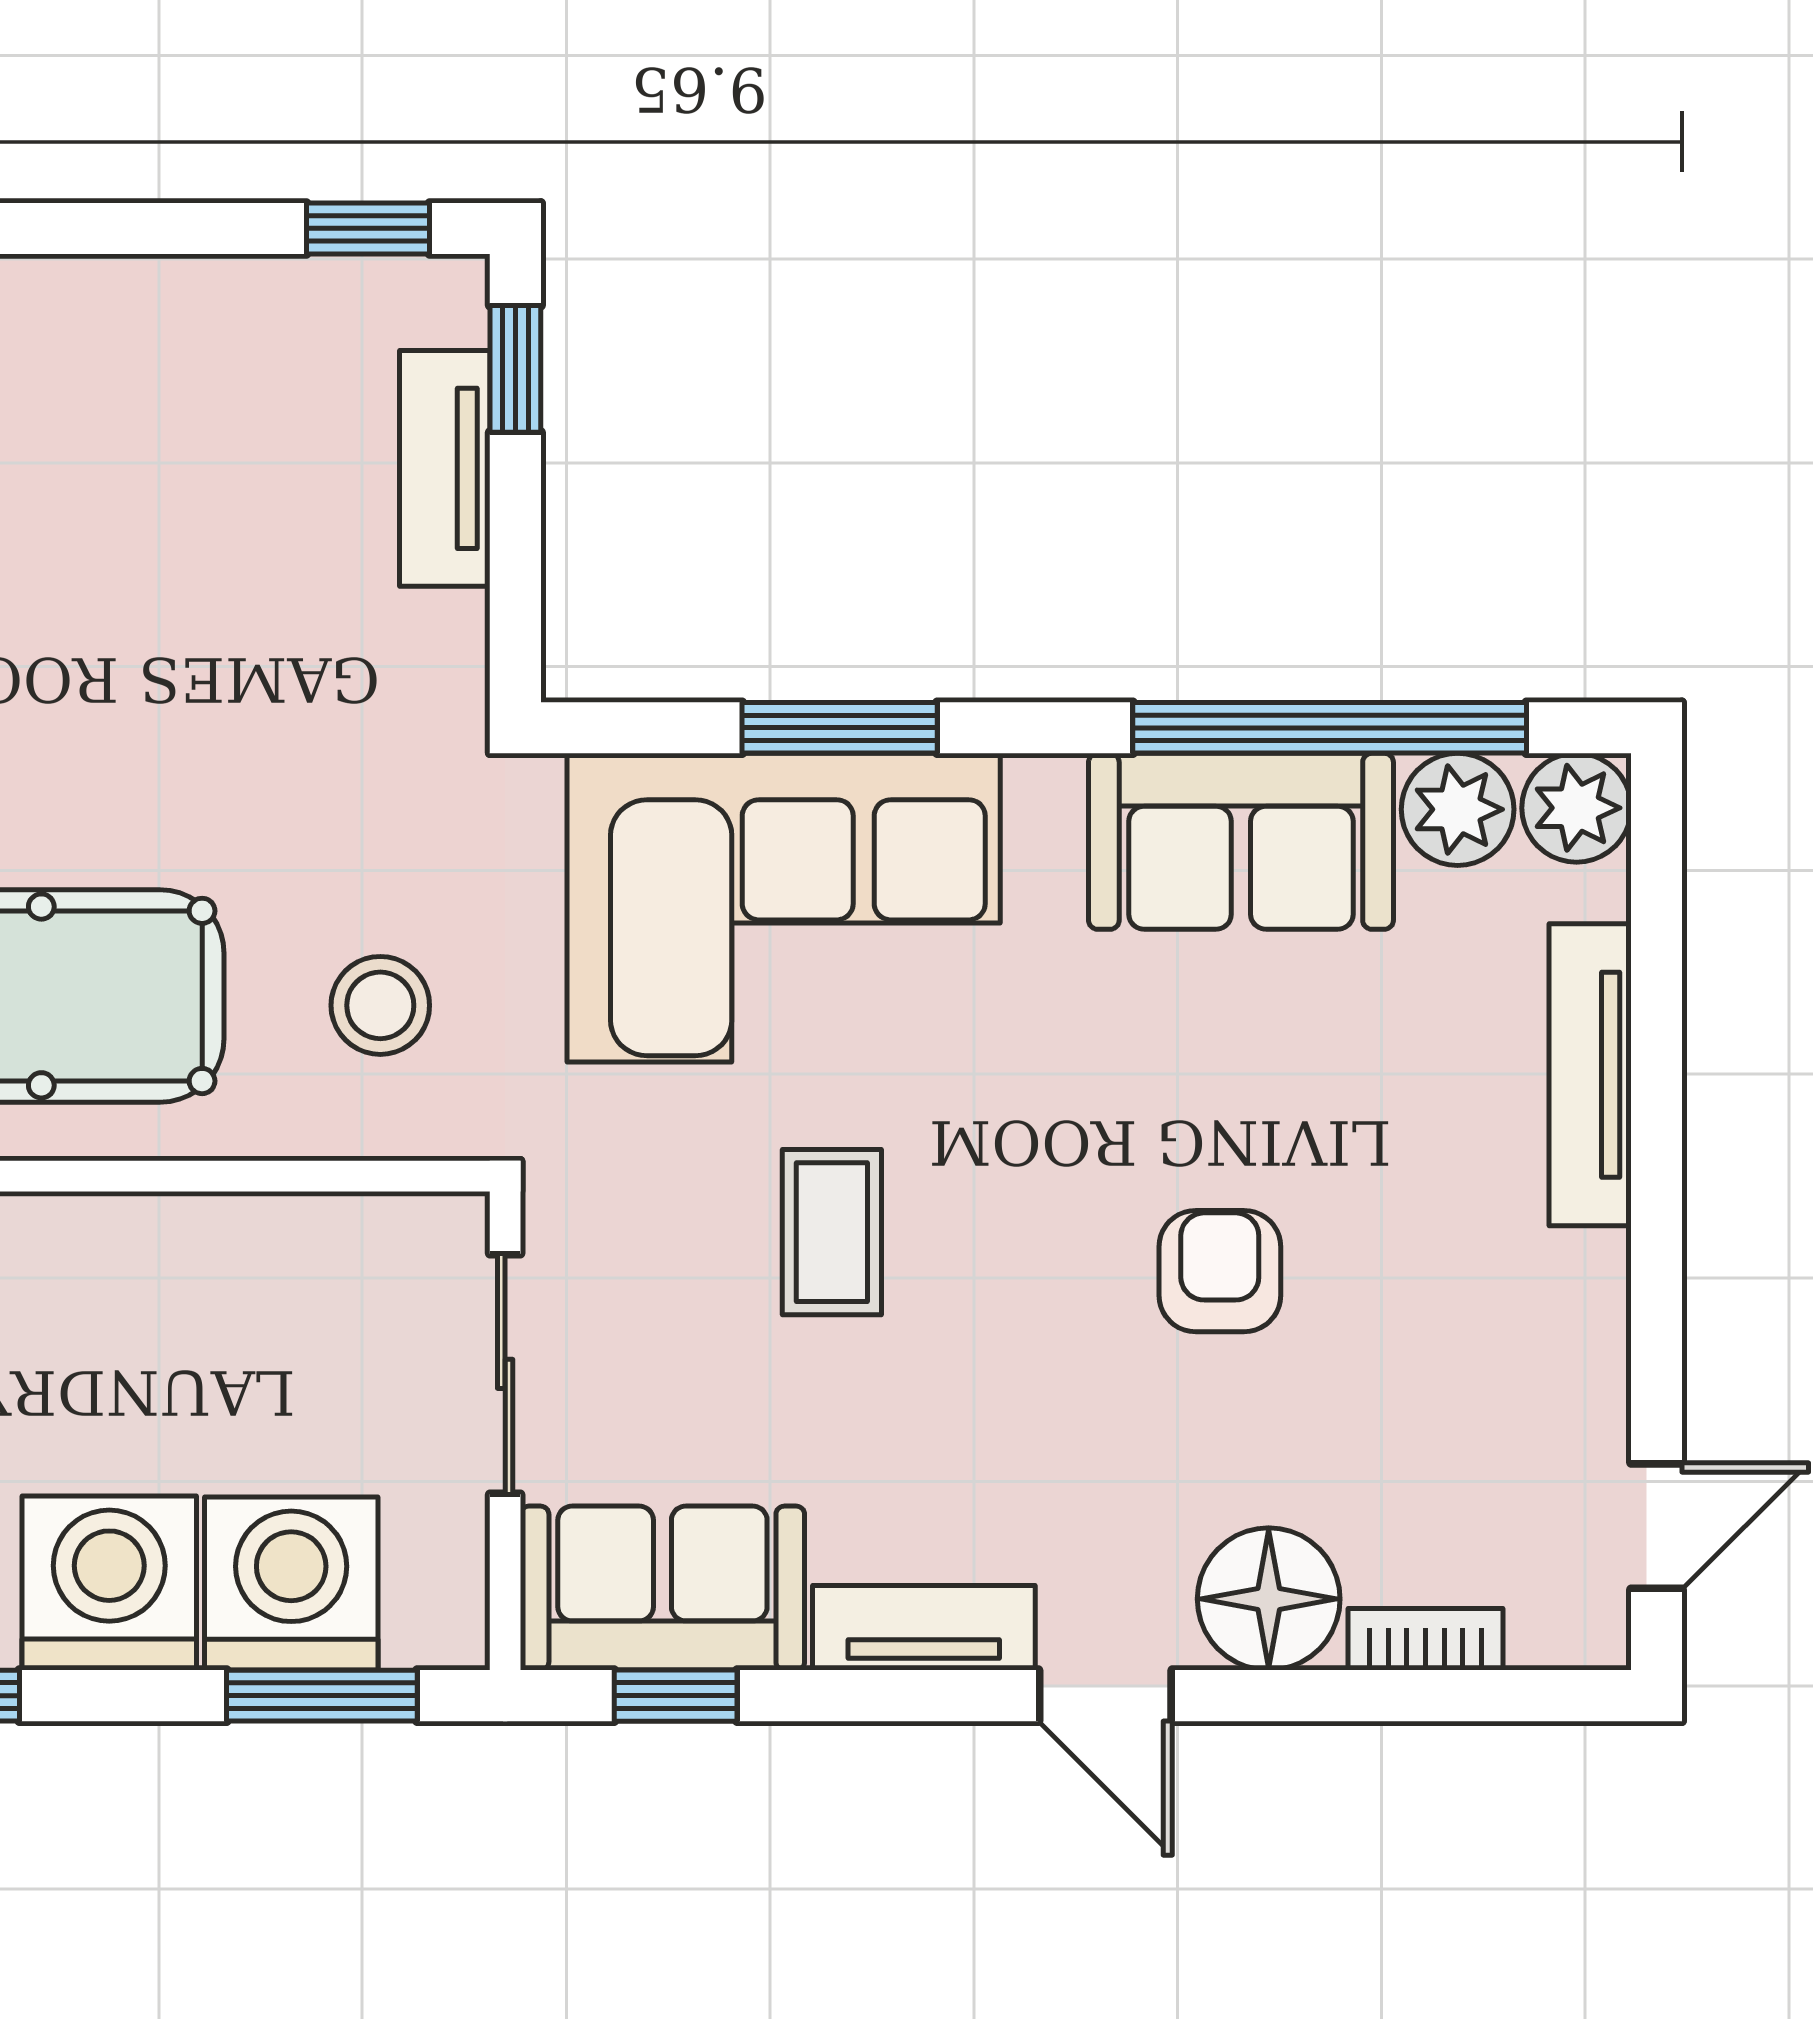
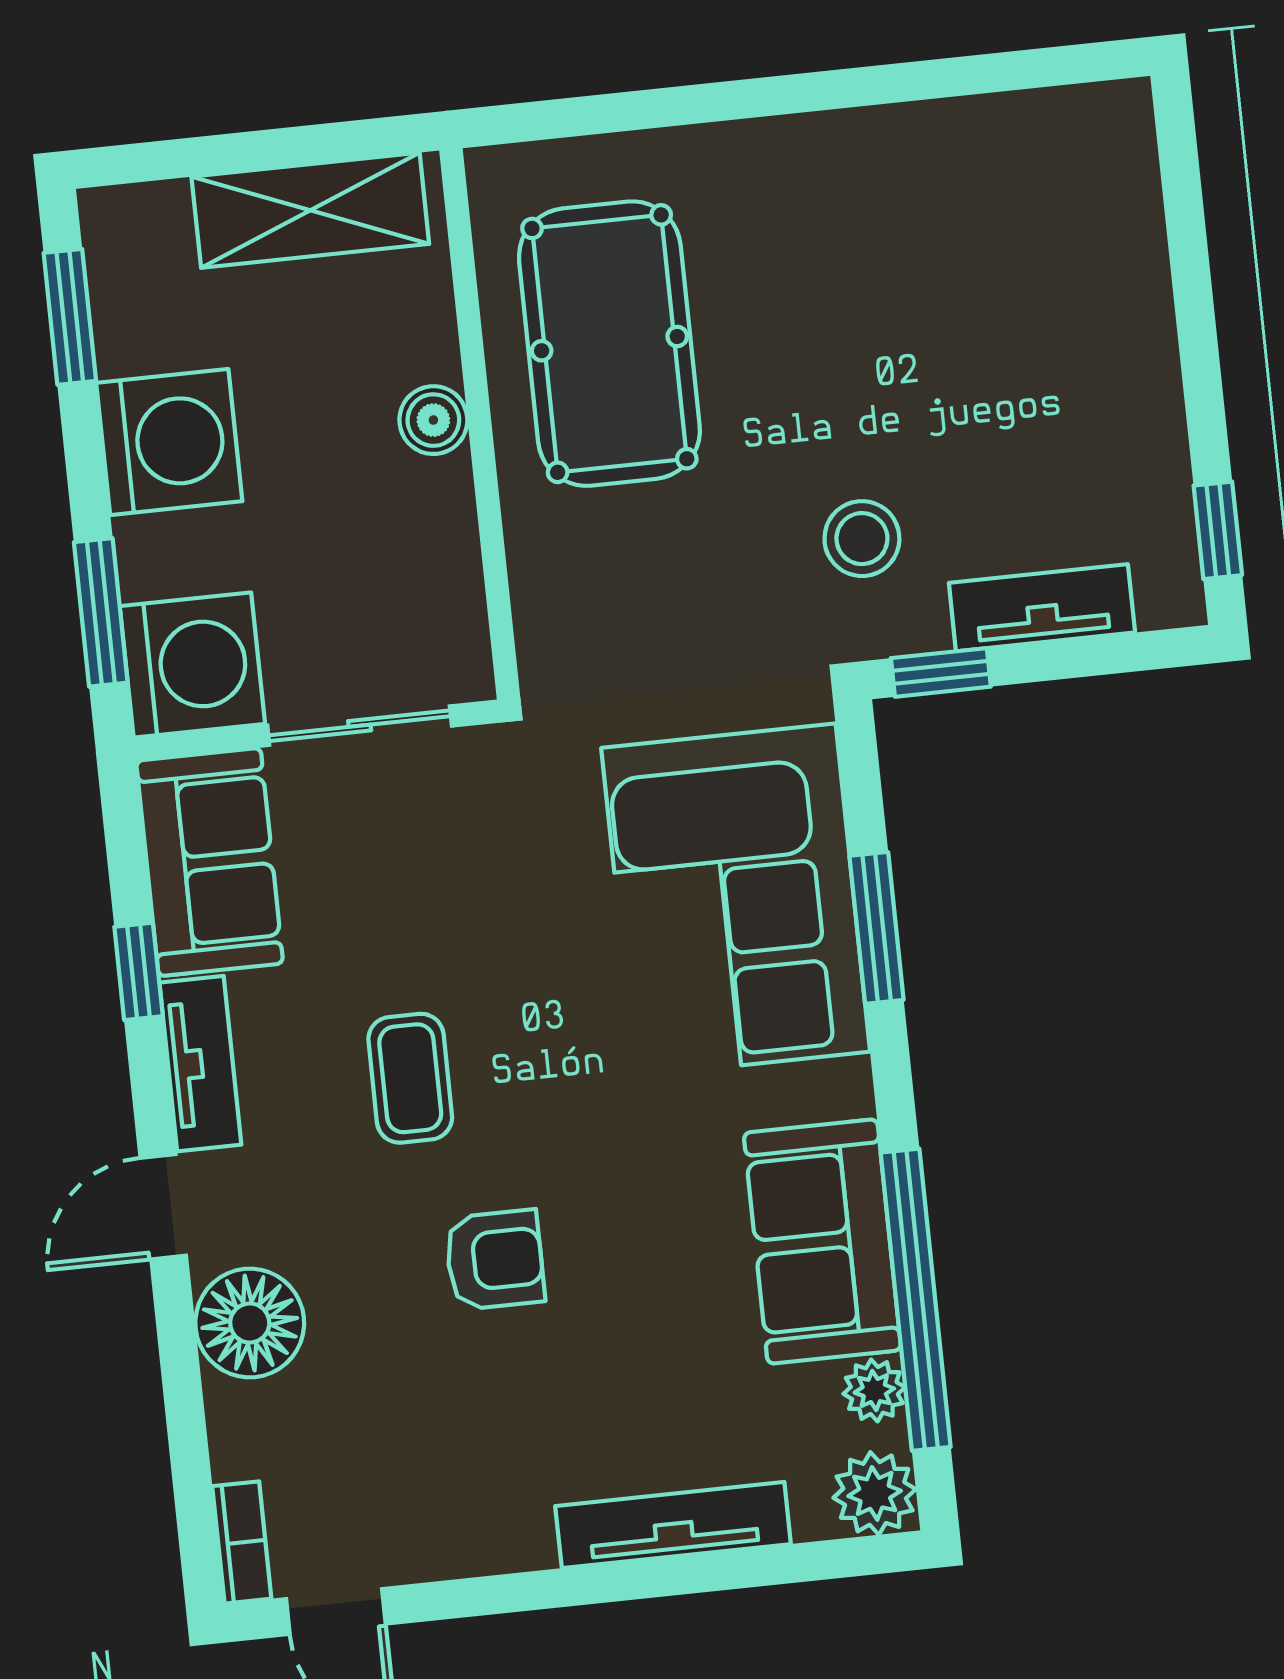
window: (515, 369) -> (941, 672), moved
plant: (1458, 809) -> (874, 1391), width x0.73, depth x0.73
stool: (380, 1005) -> (862, 539), moved
coffee table: (832, 1232) -> (410, 1078), moved, turned 90
boiler: (117, 1236) -> (433, 420), added
washing machine: (291, 1584) -> (192, 665), moved
bookcase: (1425, 1639) -> (242, 1542), moved
window: (676, 1696) -> (139, 971), moved

